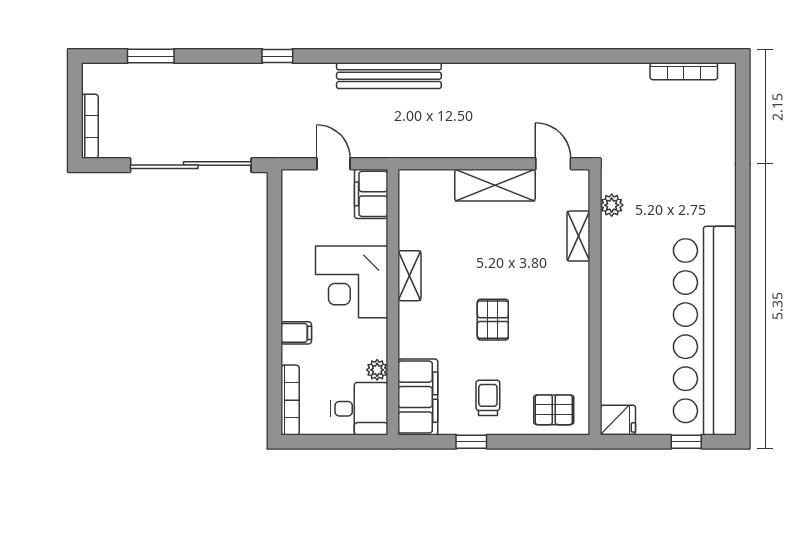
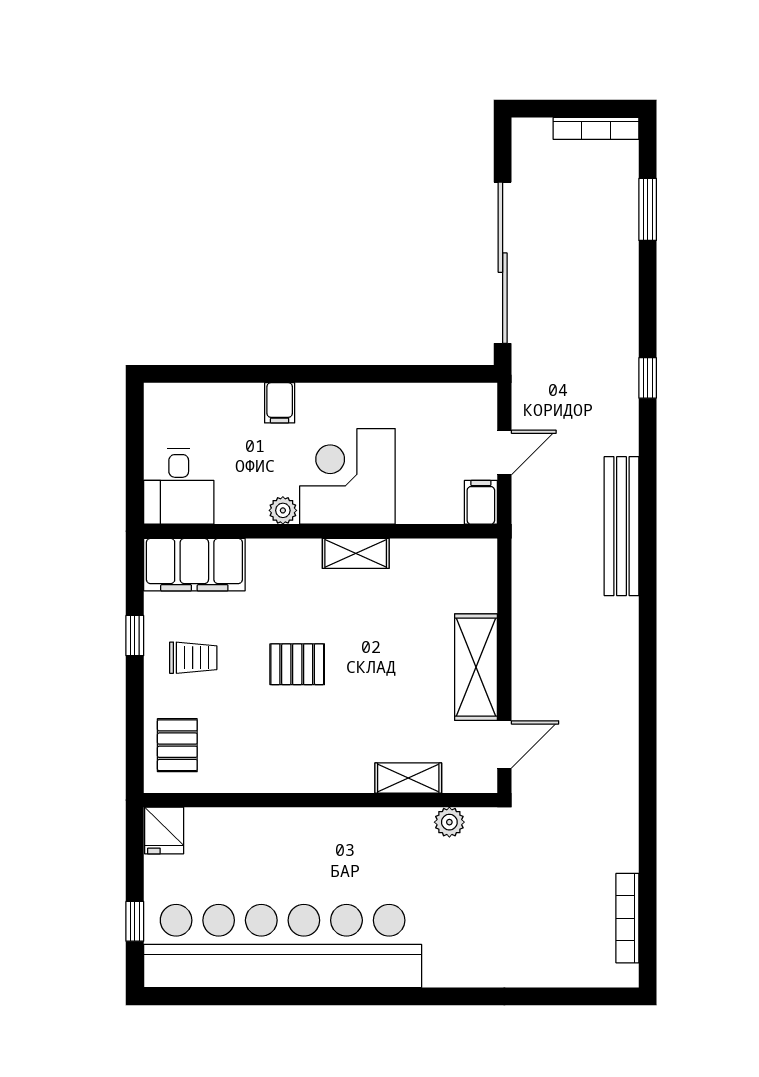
bookcase: (90, 126) -> (596, 128), moved
filing cabinet: (371, 194) -> (481, 502), width x0.50
plant: (377, 370) -> (283, 510), moved
bookcase: (290, 400) -> (190, 395), removed

